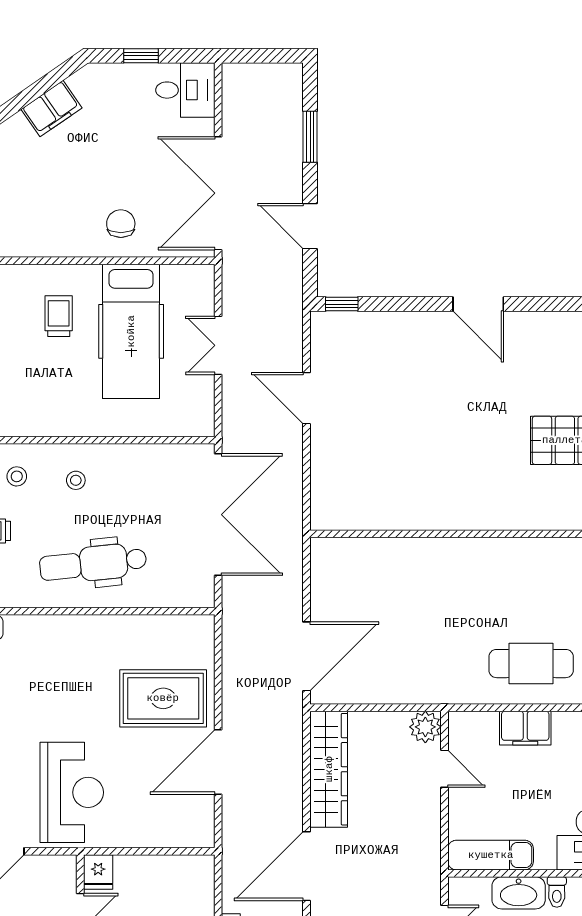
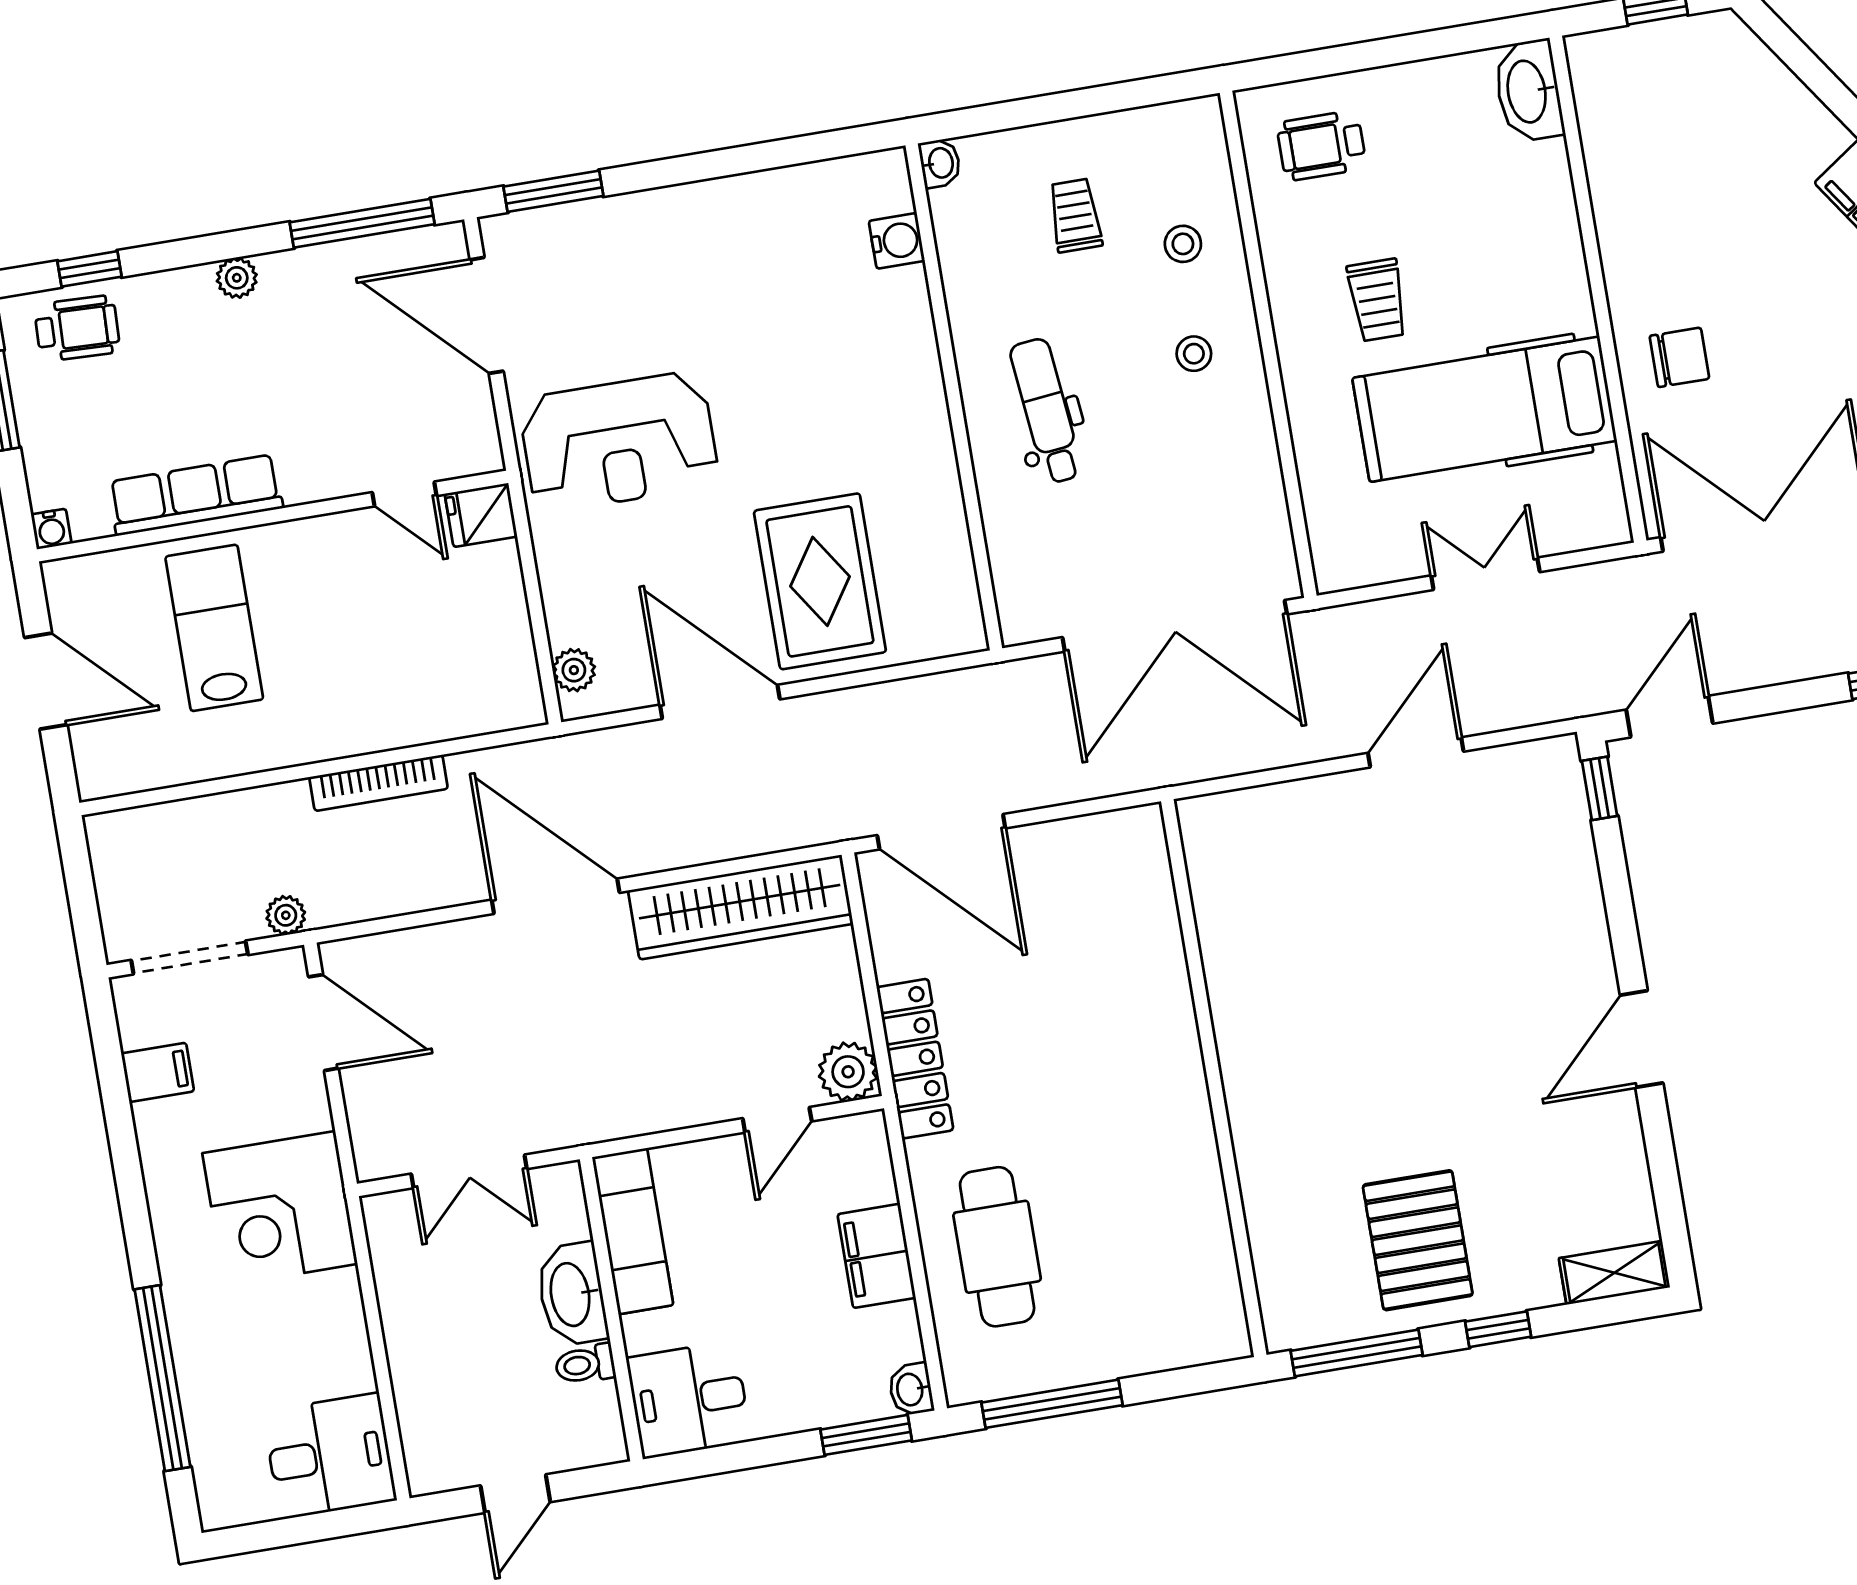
door: (310, 226) -> (1670, 717), moved
trolley: (59, 316) -> (1377, 300), moved, turned 90
dental chair: (93, 564) -> (1046, 411), width x0.73, depth x0.72
locker: (424, 690) -> (915, 1059), added
plant: (188, 836) -> (574, 670), added

